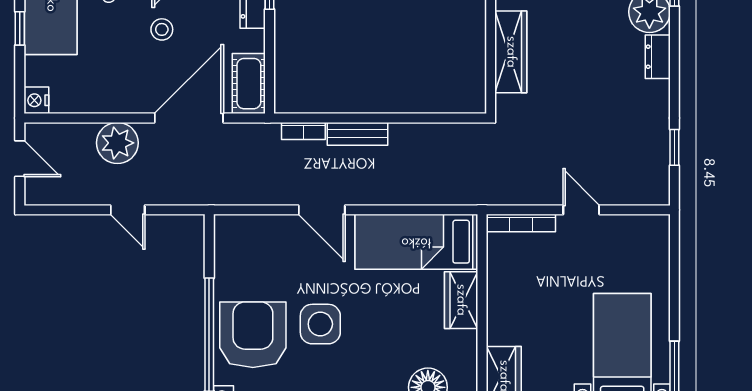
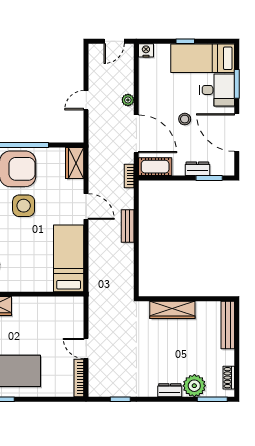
bookcase: (303, 131) -> (129, 176), moved
plant: (117, 143) -> (128, 100), width x0.53, depth x0.53
door: (322, 210) -> (86, 207), swing flipped
door: (581, 210) -> (86, 348), swing flipped
bookcase: (521, 223) -> (79, 378), moved
wardrobe: (461, 300) -> (75, 163), moved, turned -90

